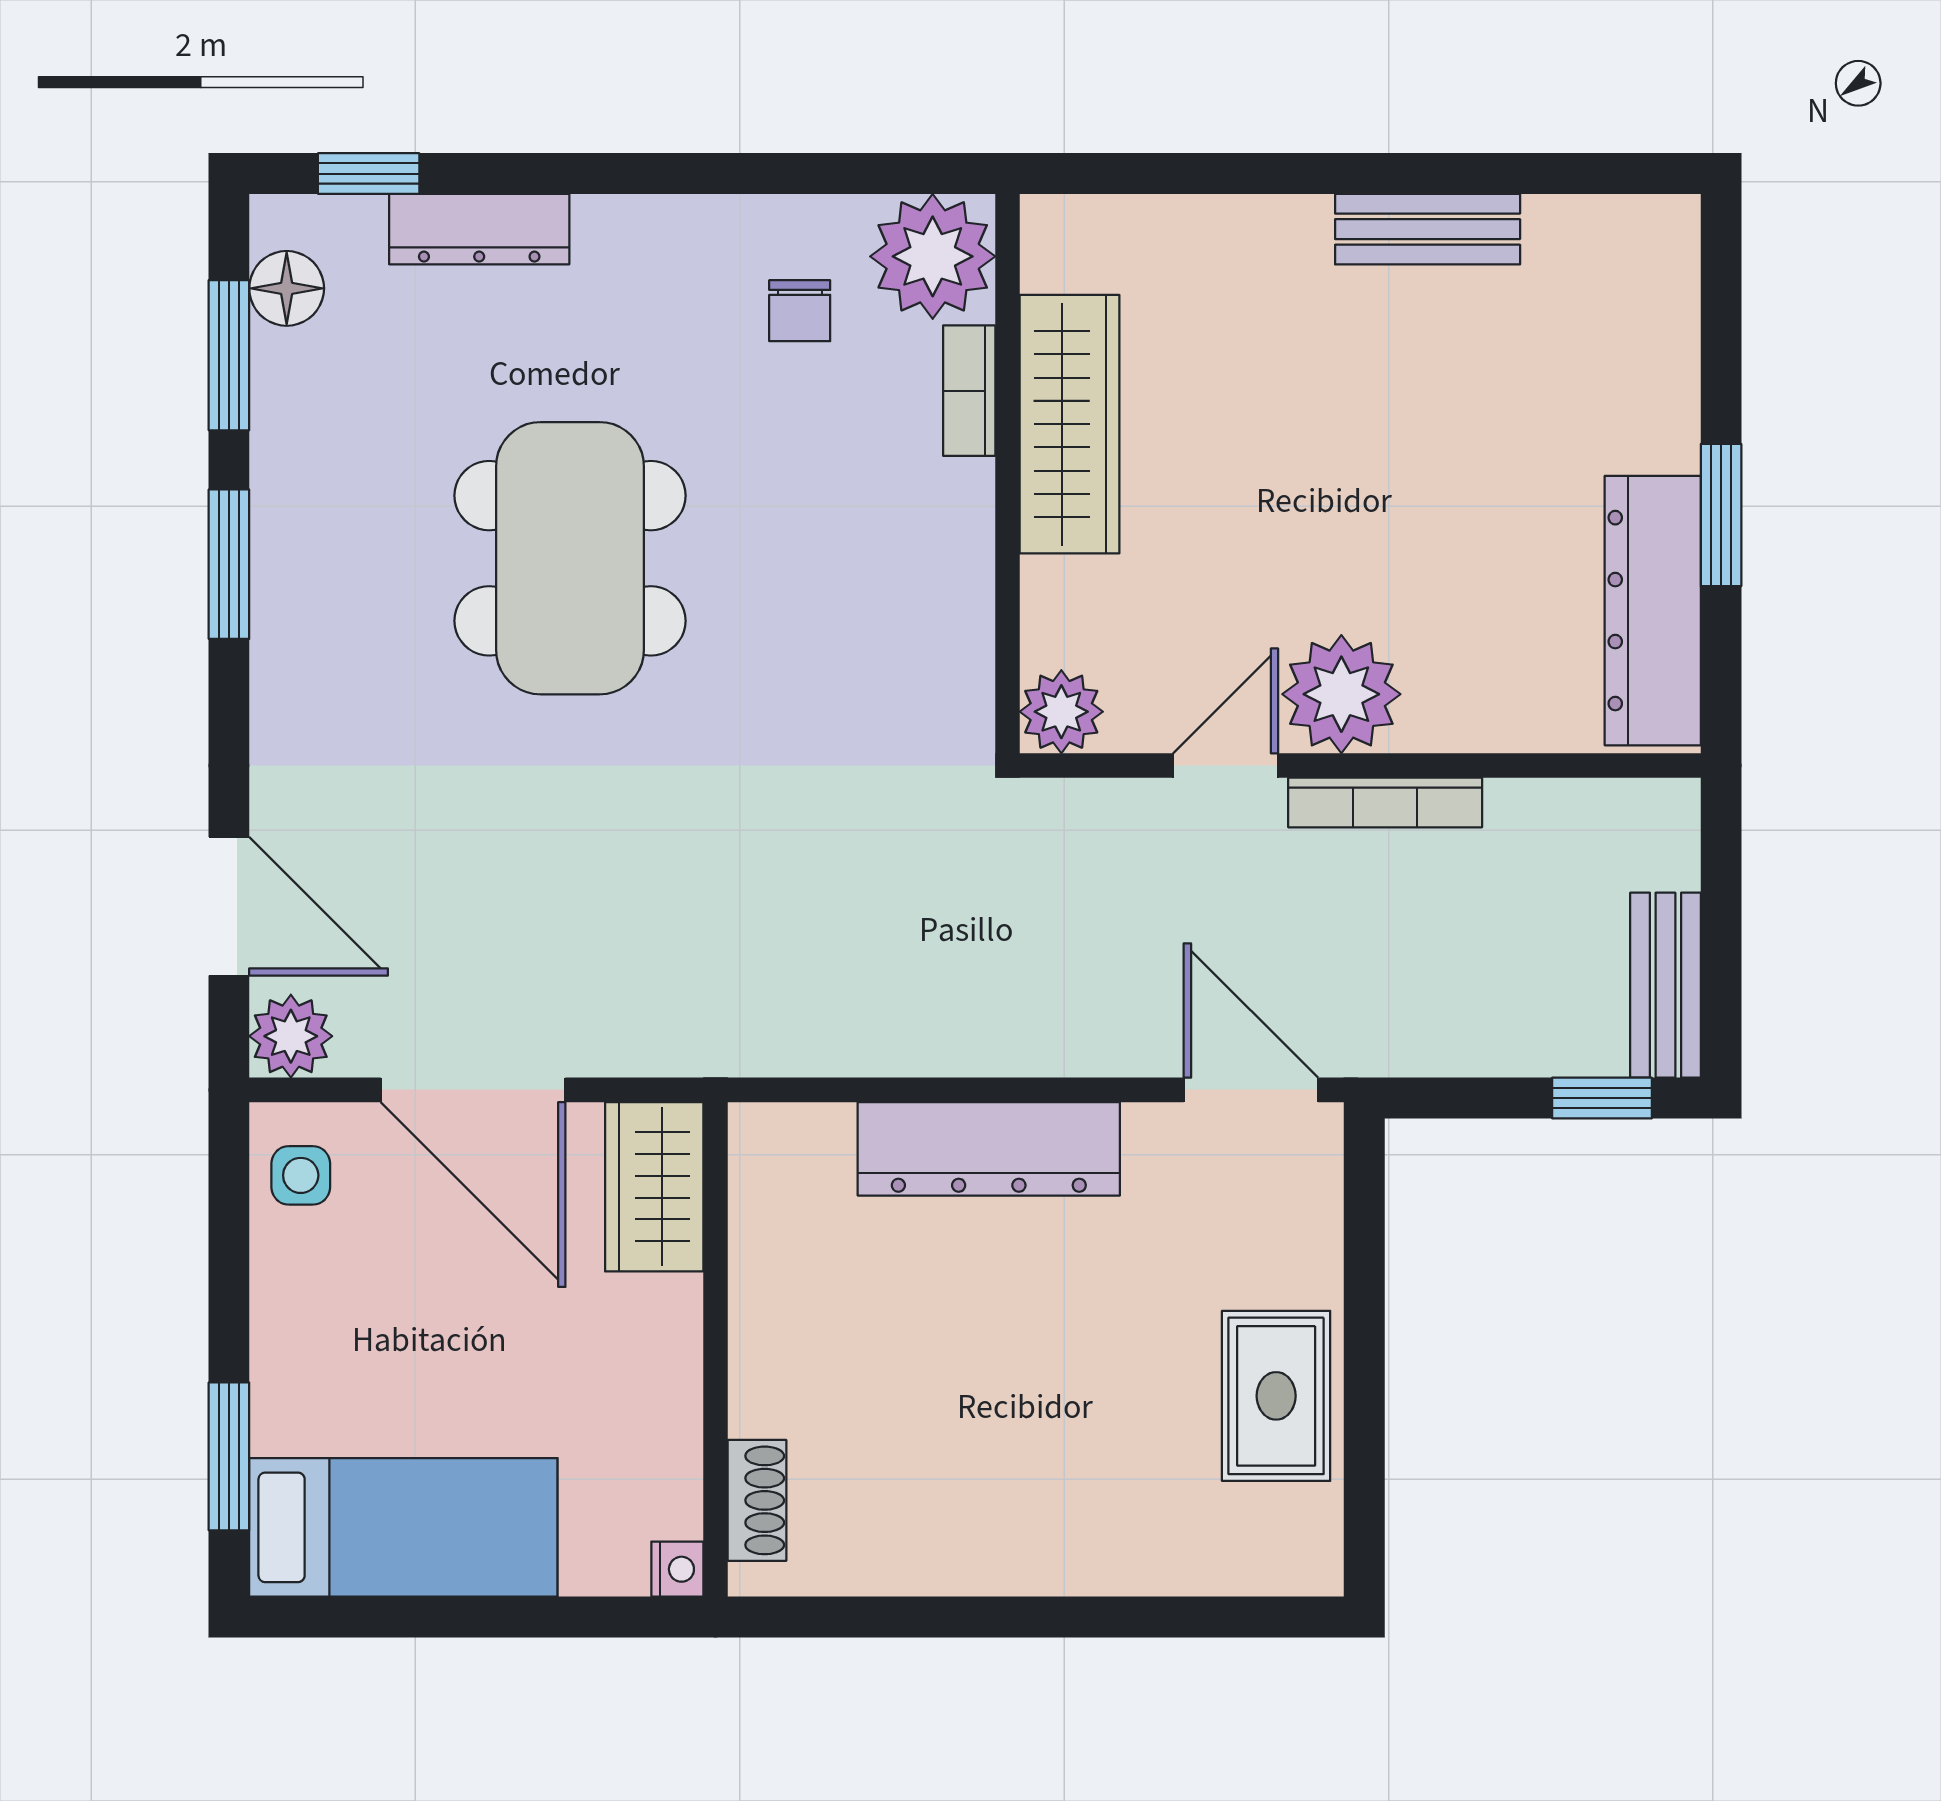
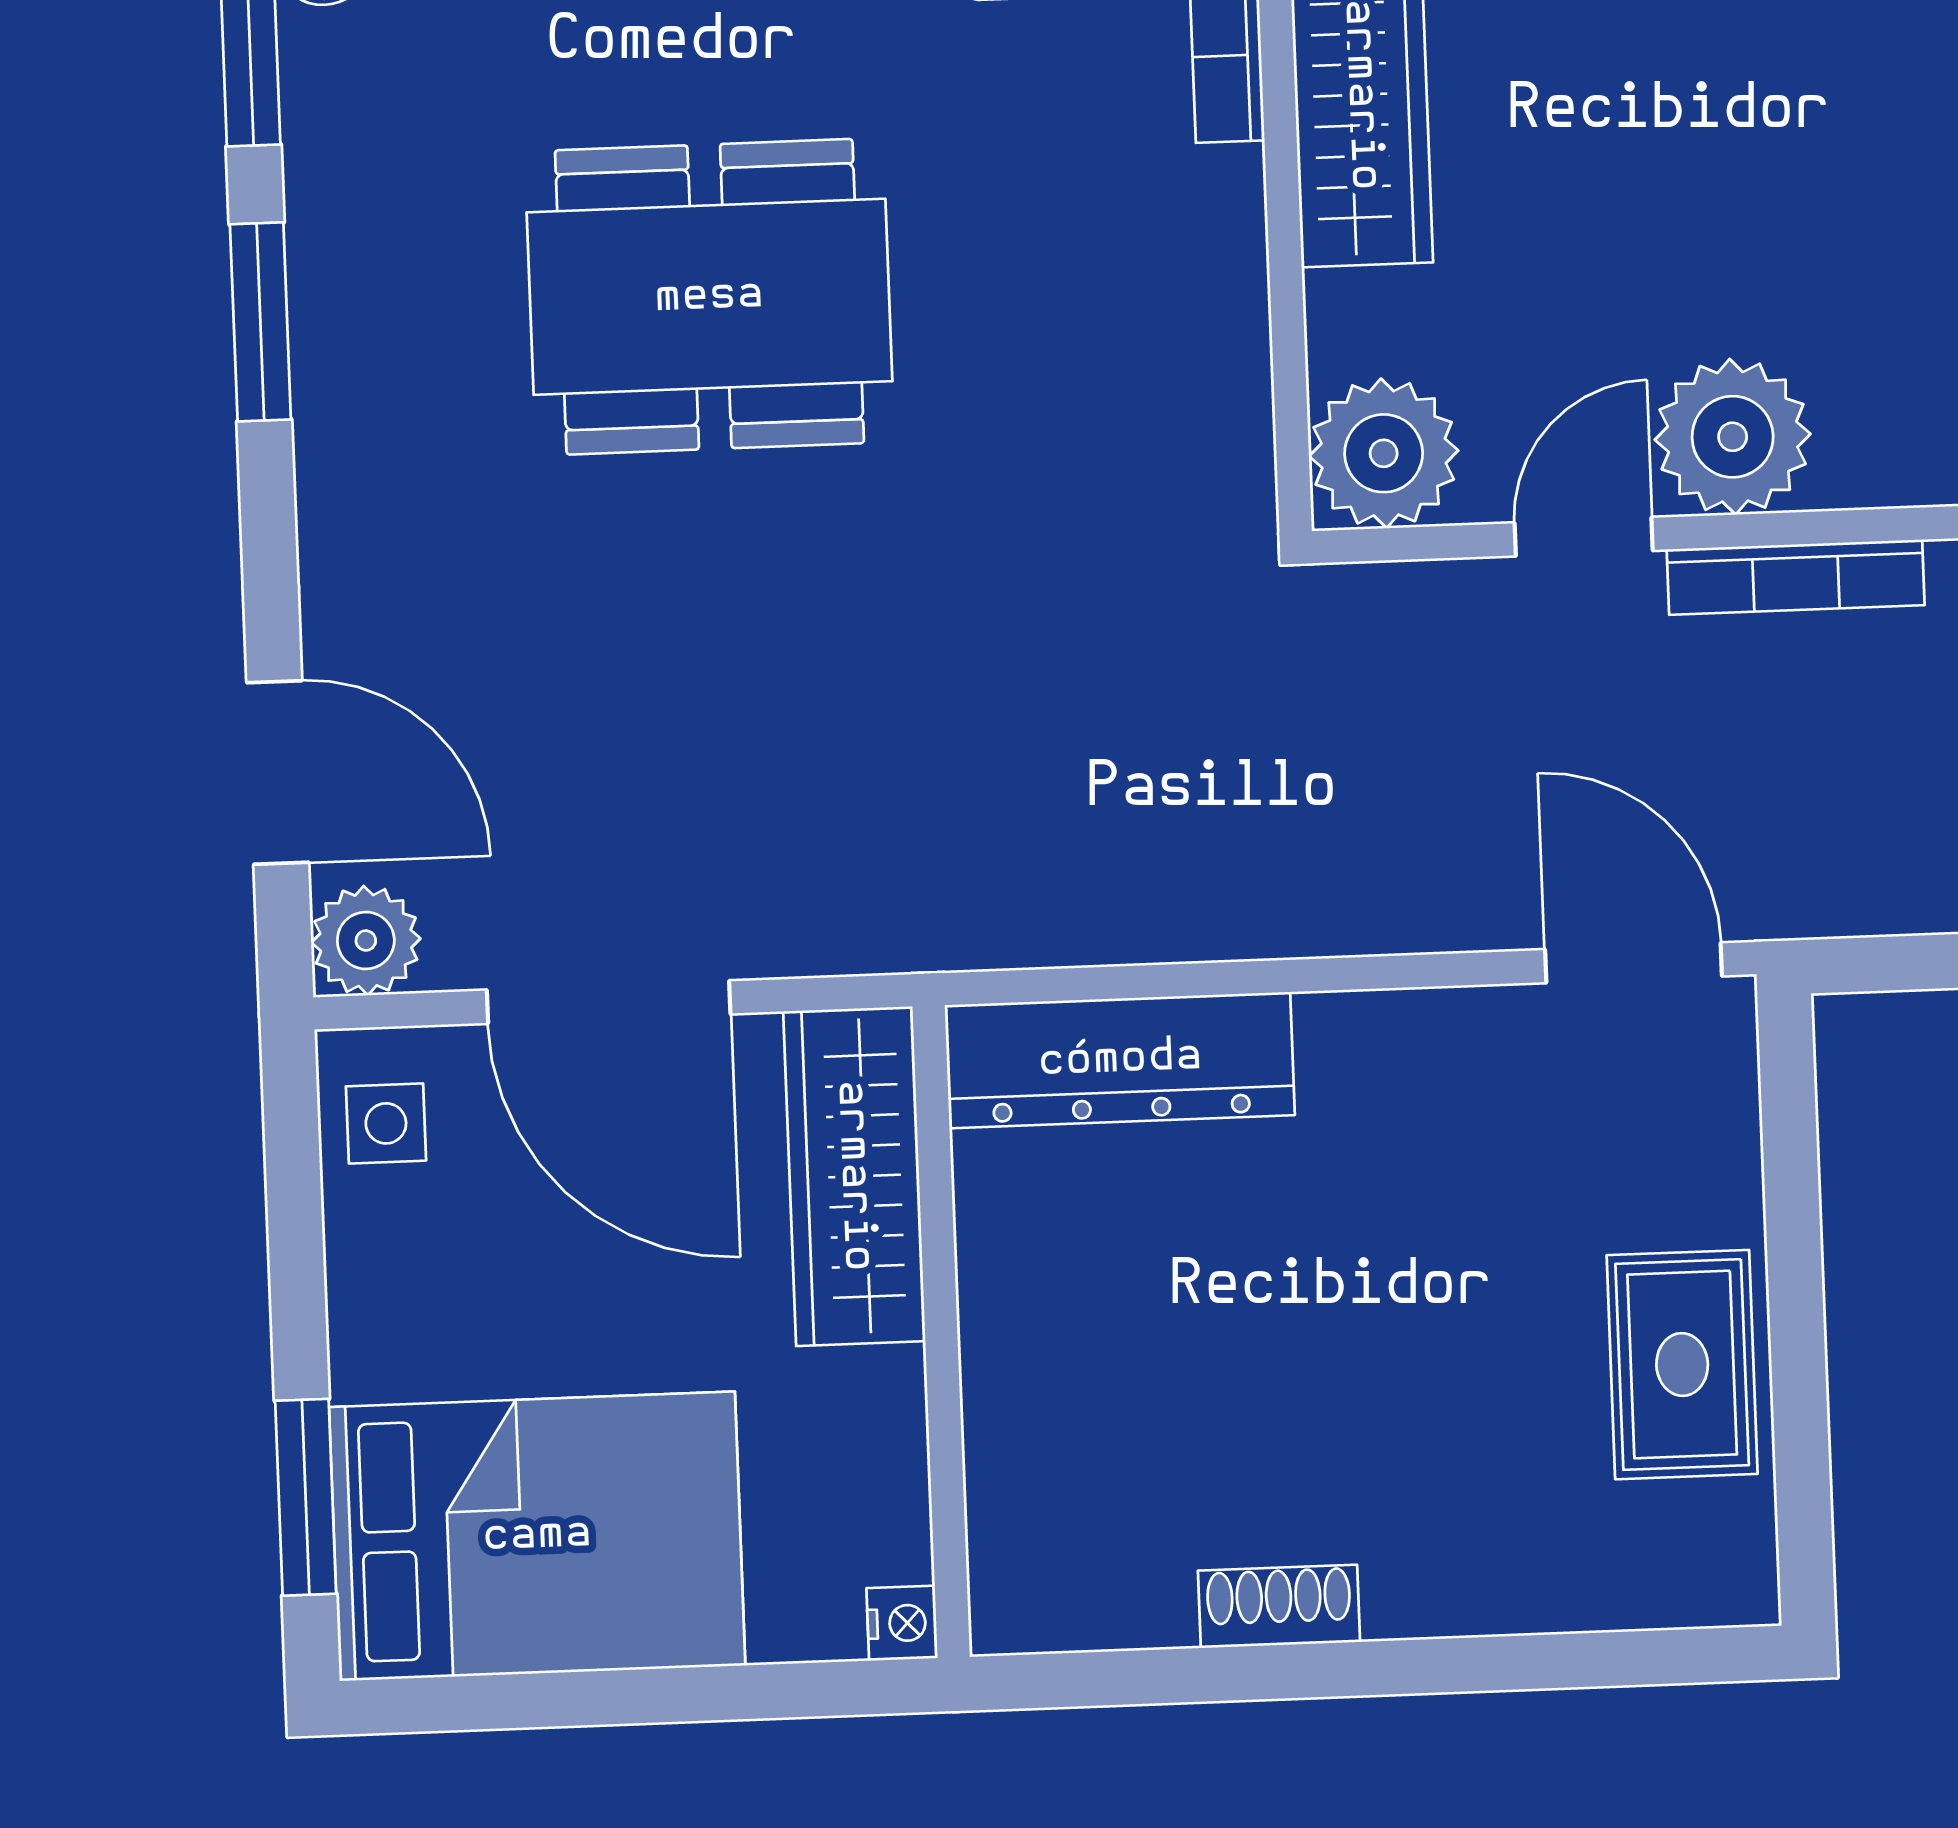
dining table: (570, 558) -> (709, 297), turned 90
plant: (1061, 712) -> (1384, 453), width x1.36, depth x1.36
dresser: (989, 1149) -> (1120, 1060), moved
wardrobe: (654, 1187) -> (854, 1176), width x1.50
shoe rack: (757, 1500) -> (1279, 1606), moved, turned -90
bed: (403, 1527) -> (537, 1536), width x1.50

